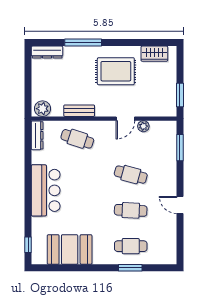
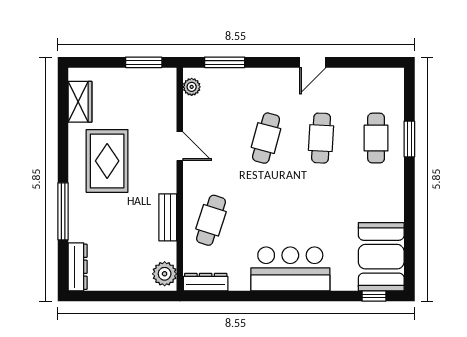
plant: (143, 126) -> (192, 87), moved
booth: (70, 249) -> (381, 257), moved

